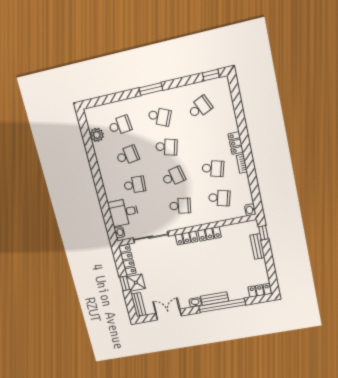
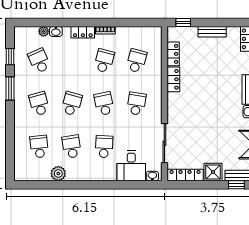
window: (211, 75) -> (10, 57), moved
window: (151, 89) -> (10, 88), moved
plant: (229, 105) -> (44, 31), added
school desk: (159, 117) -> (39, 104), turned -39
plant: (97, 135) -> (58, 174), moved
washbasin: (250, 210) -> (56, 31), moved
locker: (187, 238) -> (173, 54), moved
bench: (257, 246) -> (212, 32), moved
window: (125, 283) -> (236, 185), moved

